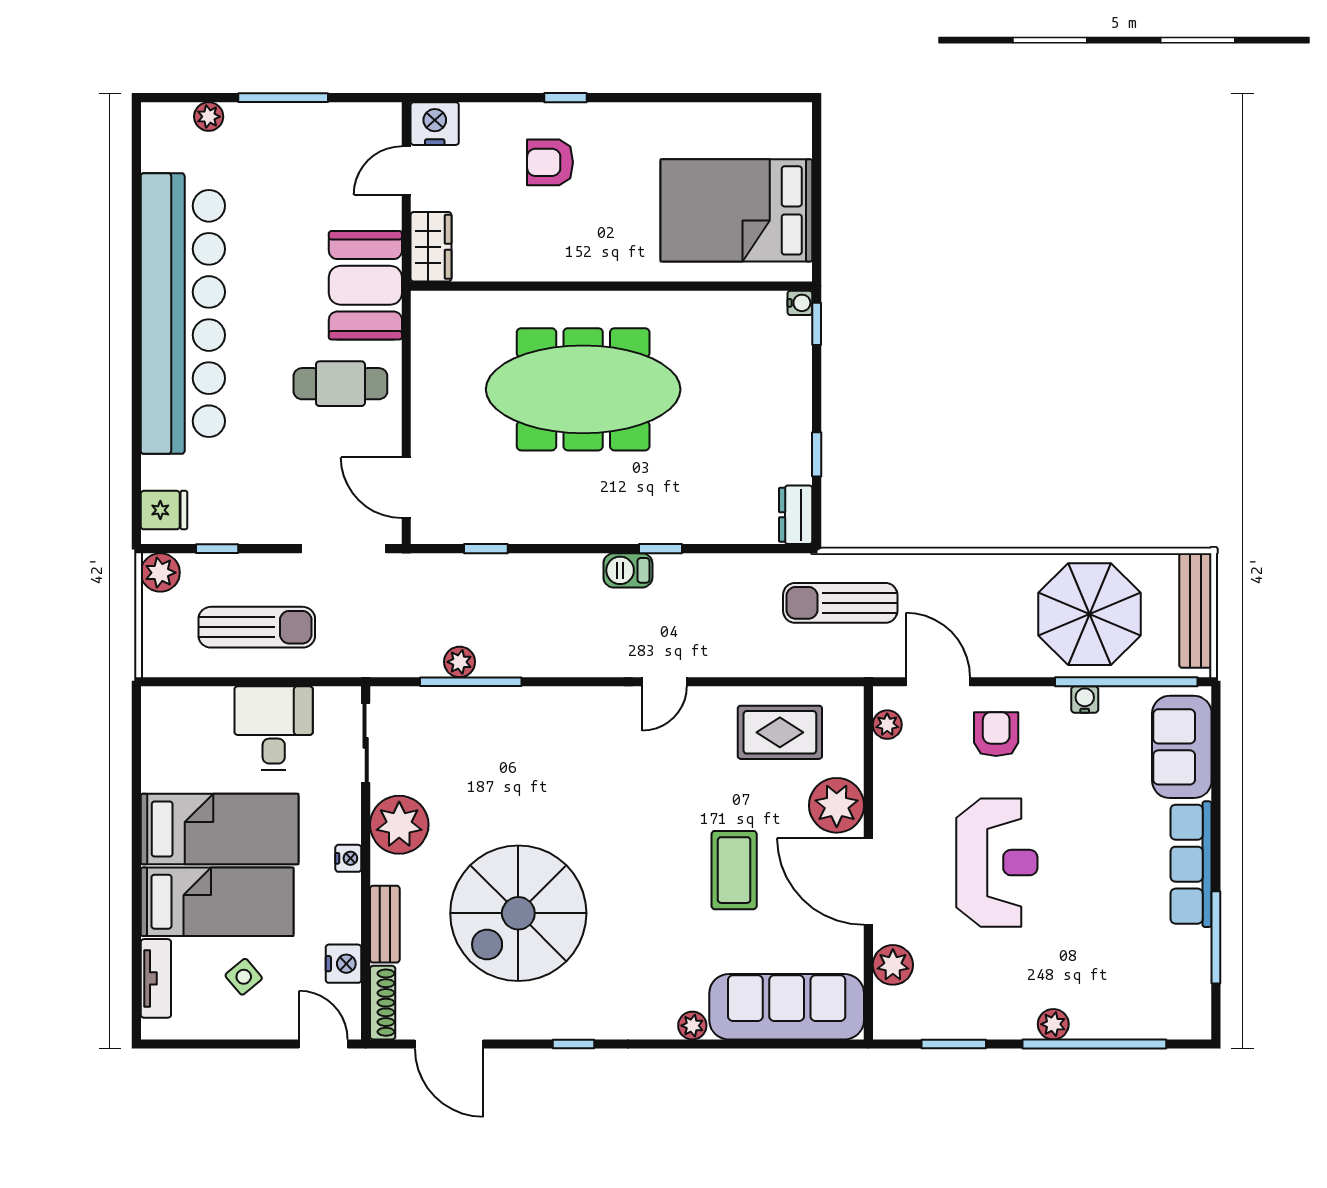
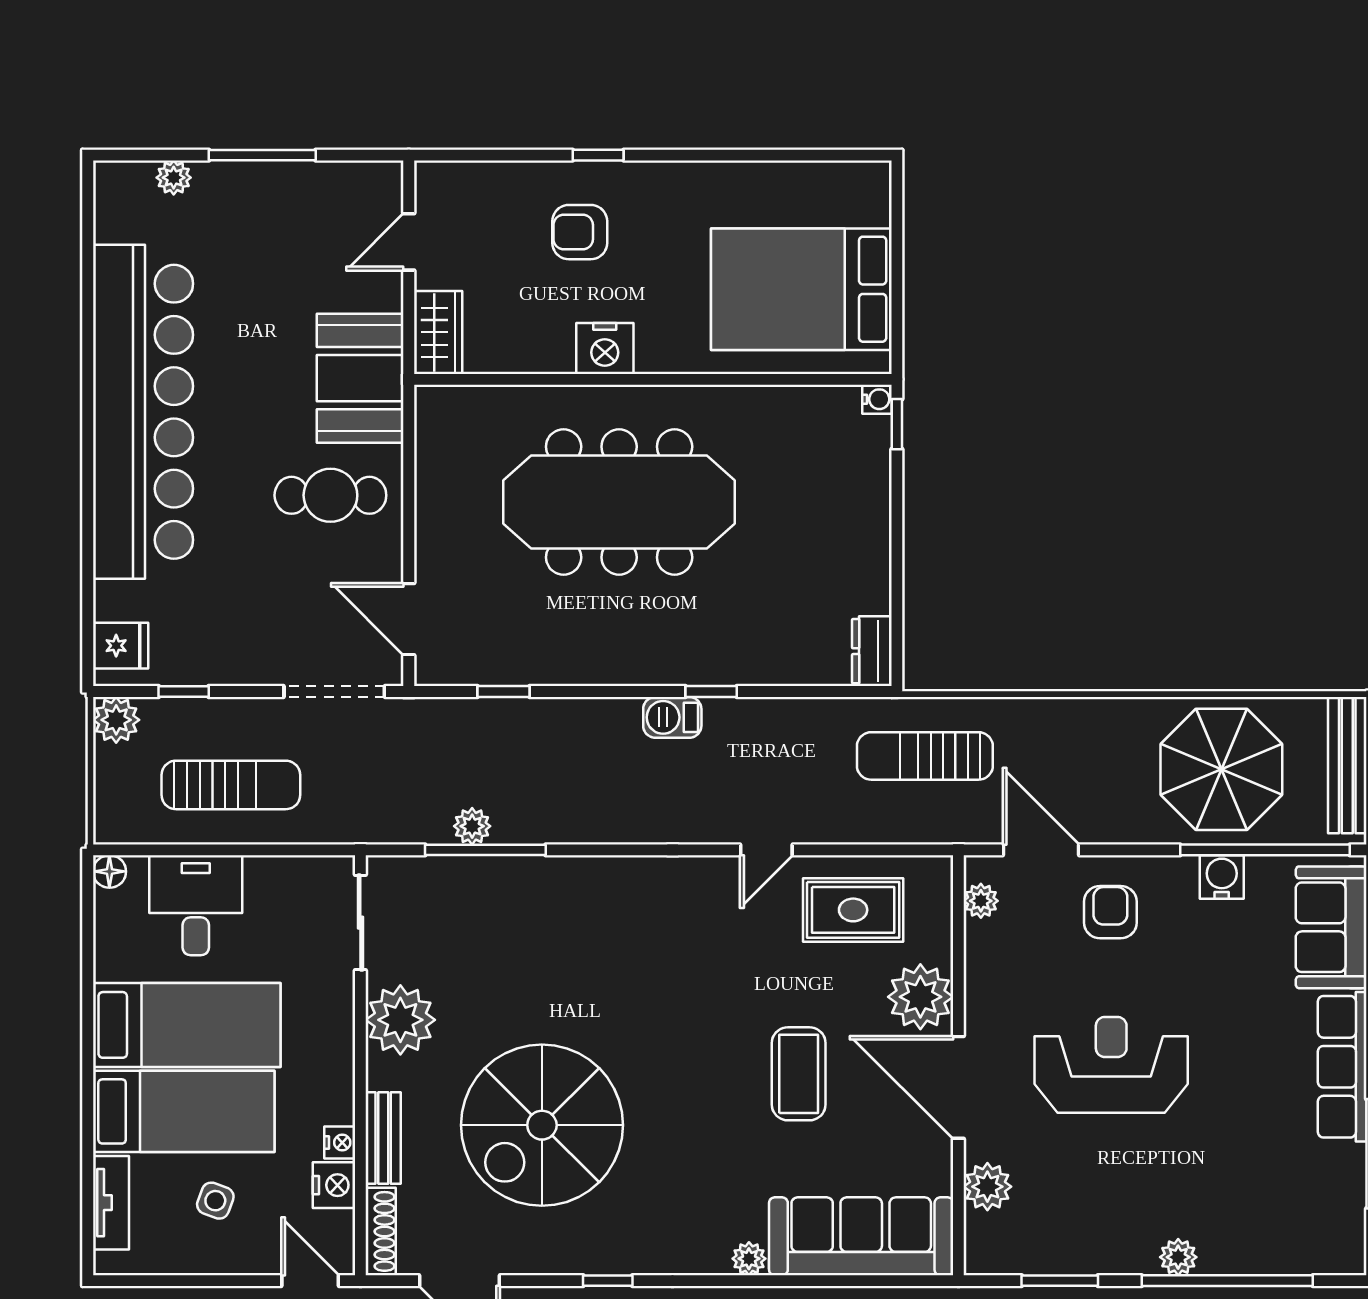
nightstand: (435, 124) -> (605, 348), moved, turned 180
window: (817, 454) -> (897, 579), removed
door: (664, 682) -> (766, 850), moved
water cooler: (1085, 699) -> (1222, 877), width x1.38, depth x1.38
floor lamp: (155, 700) -> (109, 871), added
desk: (274, 728) -> (196, 905), moved
nightstand: (348, 858) -> (340, 1143), moved
reception desk: (997, 863) -> (1111, 1065), turned -90
side table: (244, 977) -> (215, 1201), turned -30

